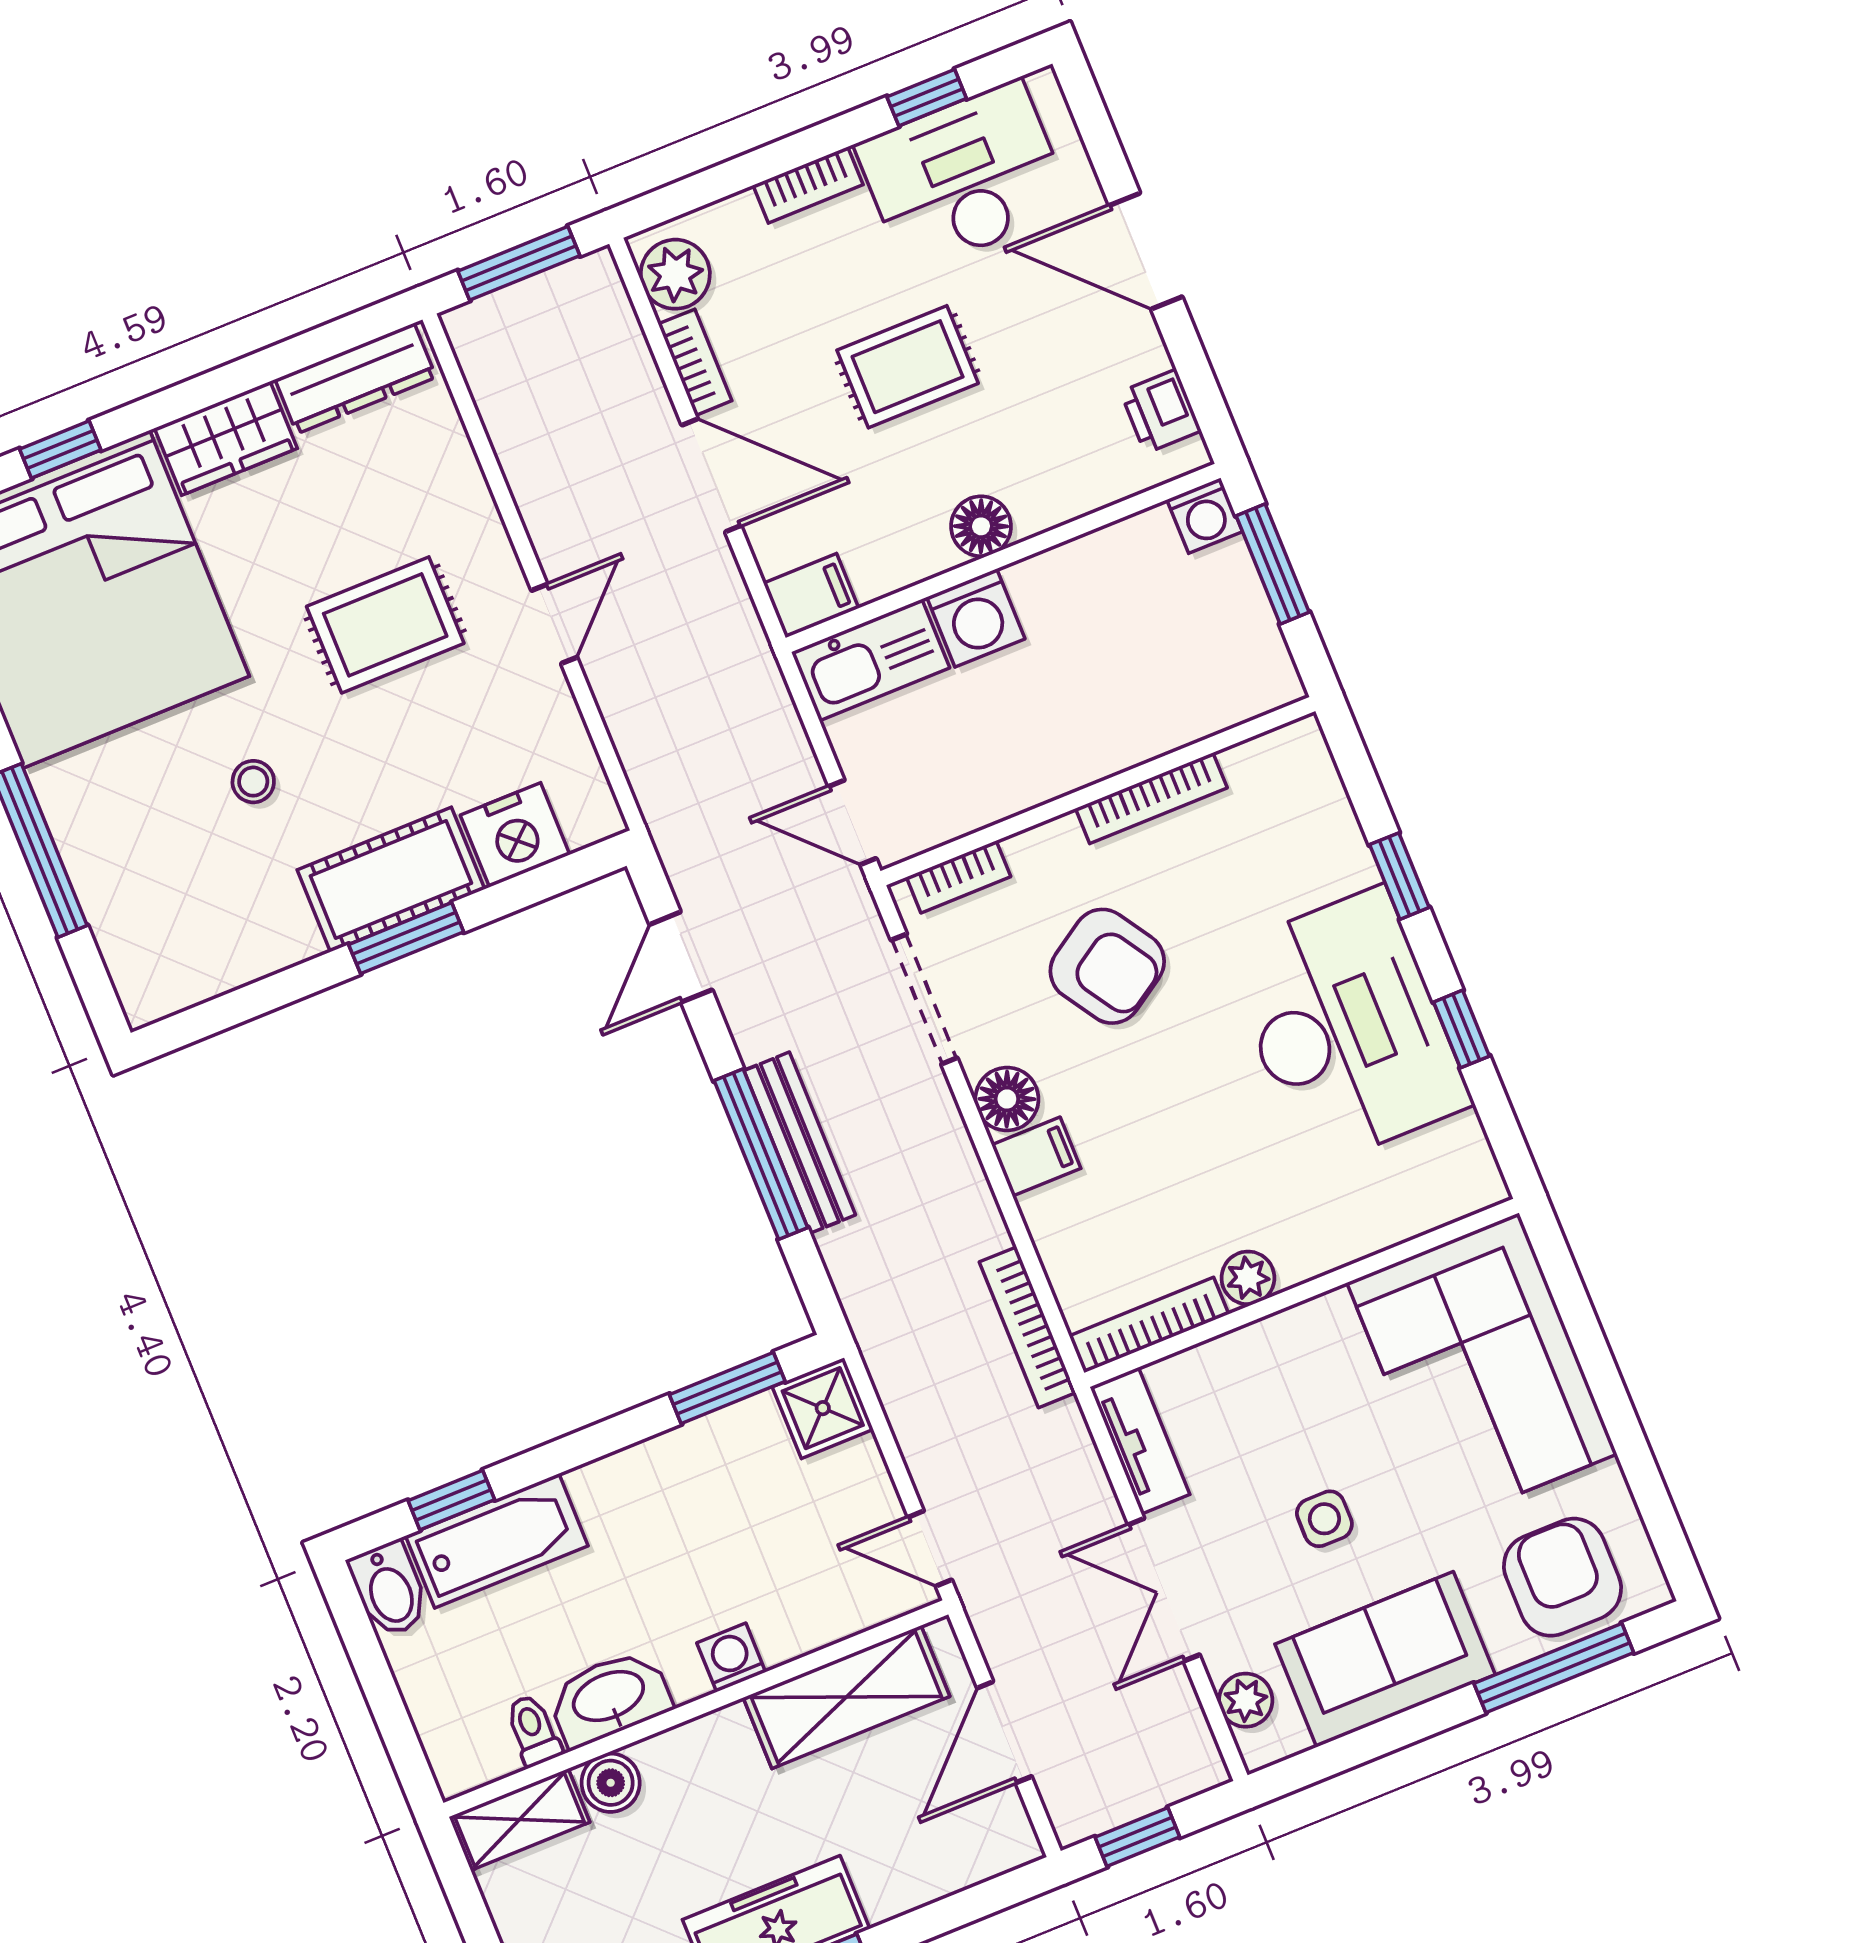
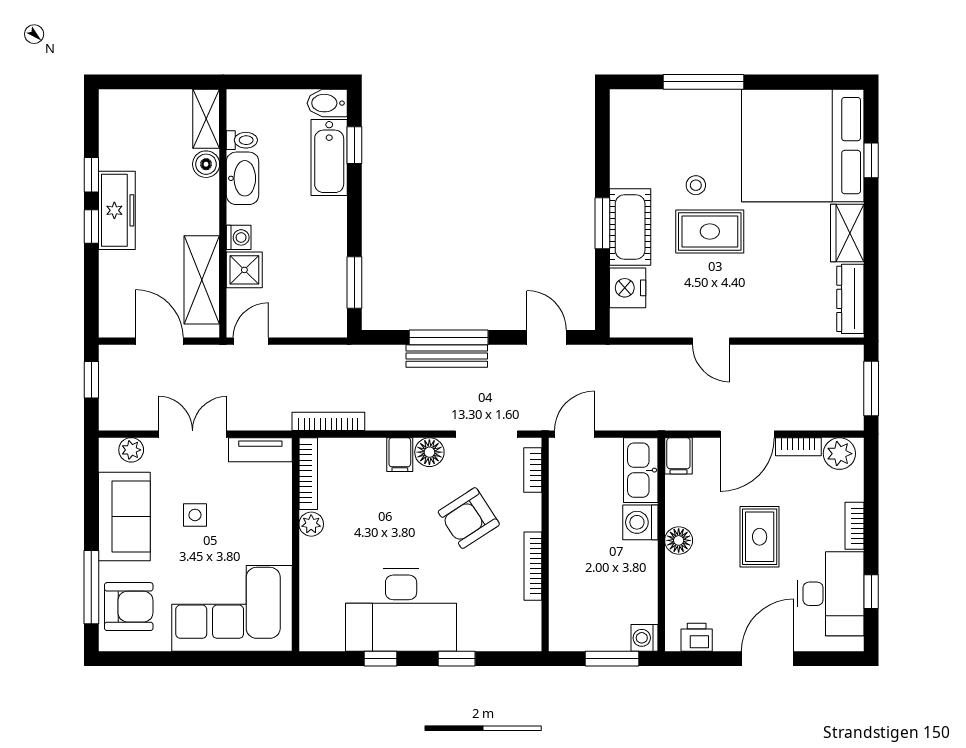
rug: (385, 625) -> (710, 232), moved, turned 90
shower: (823, 1408) -> (244, 270), moved

